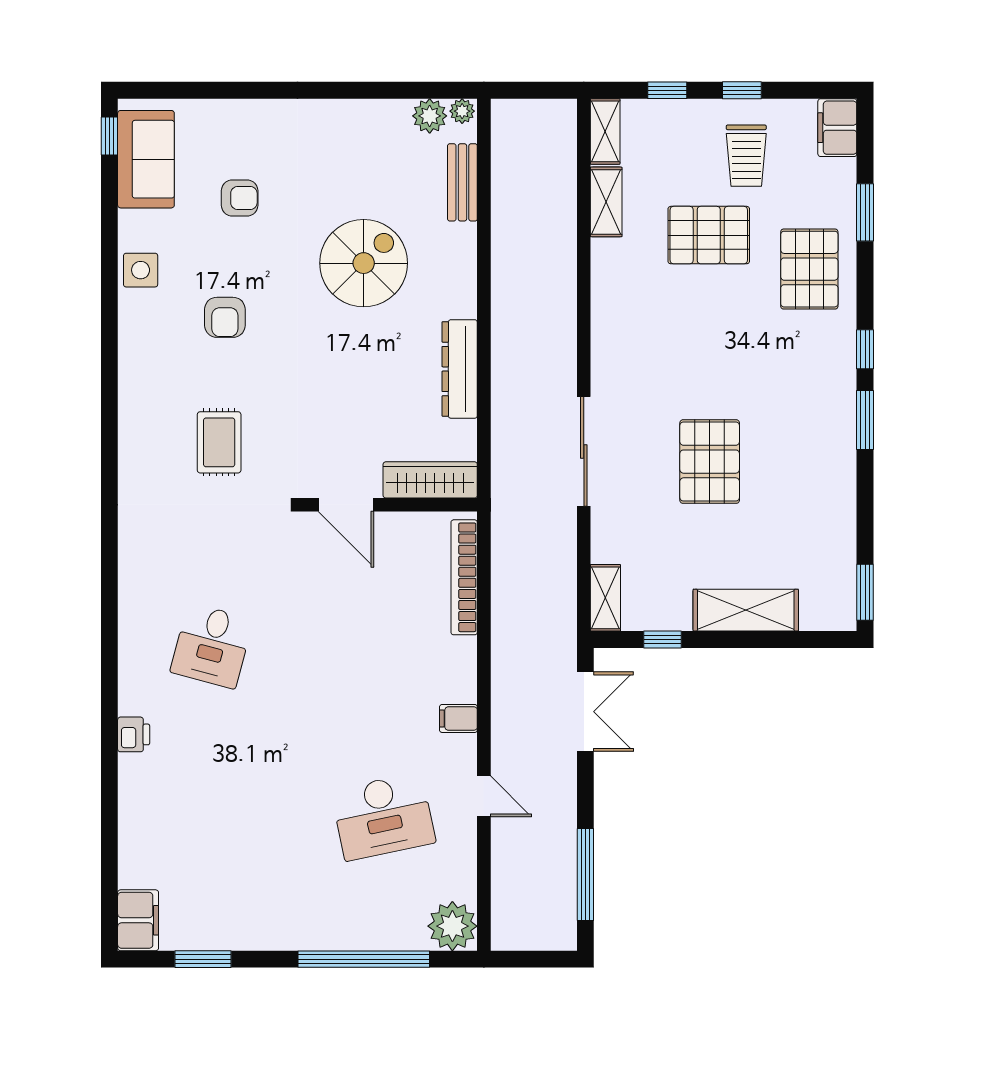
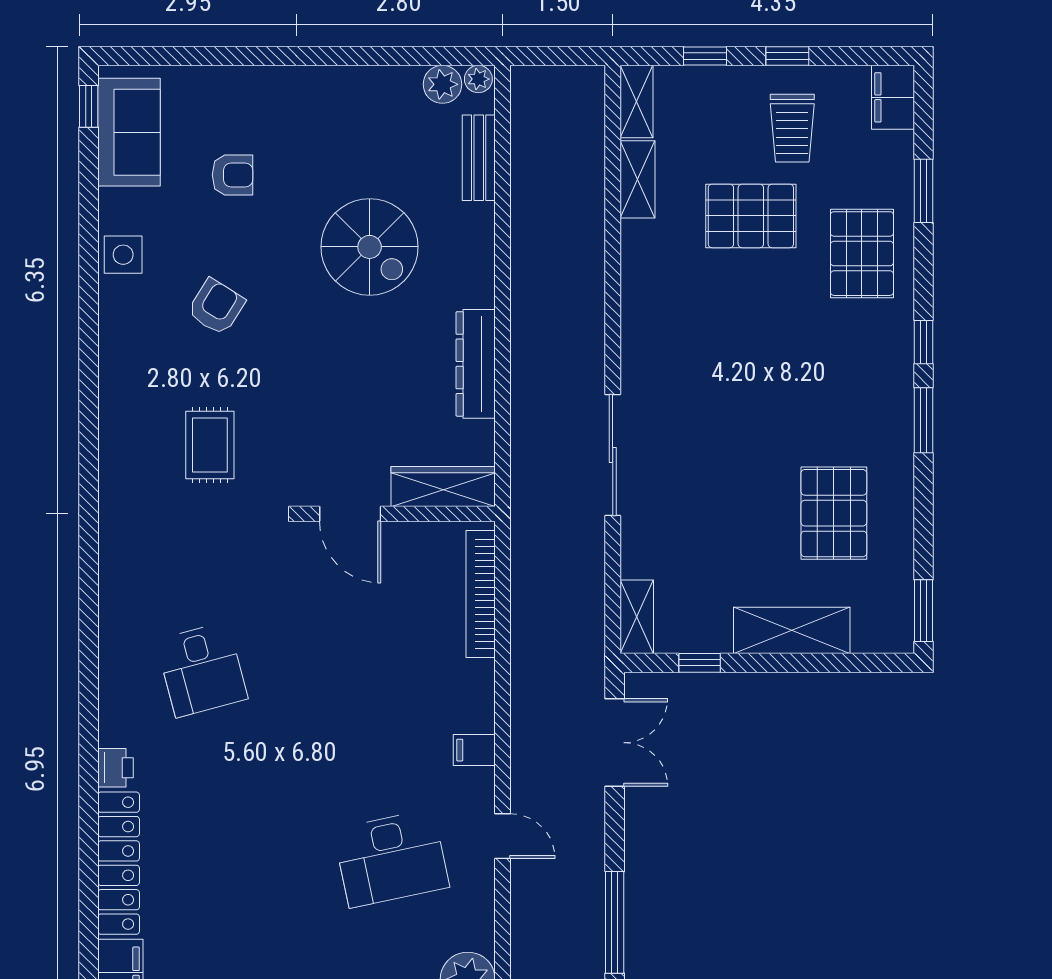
spiral stairs: (364, 263) -> (370, 247), turned 90
armchair: (225, 317) -> (216, 307), turned -148
pallet: (710, 462) -> (834, 513), moved
desk: (212, 646) -> (202, 670), turned -30
locker: (136, 821) -> (119, 863), added

